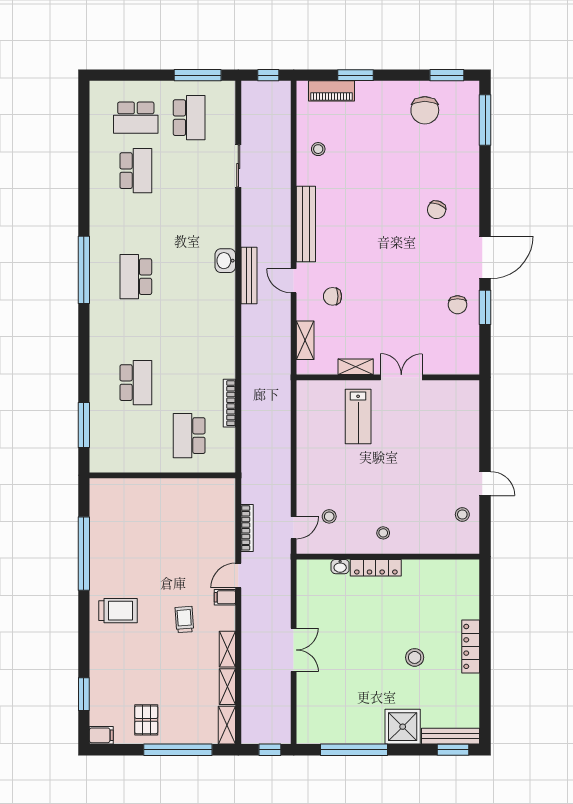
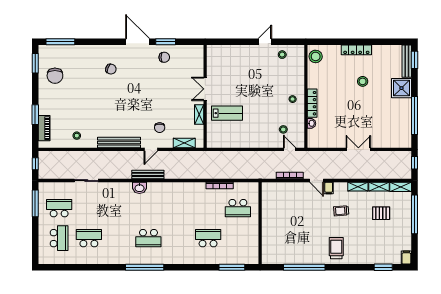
chair: (425, 110) -> (55, 76), turned 90
stool: (459, 574) -> (316, 56), added
pallet: (146, 720) -> (381, 213), moved

